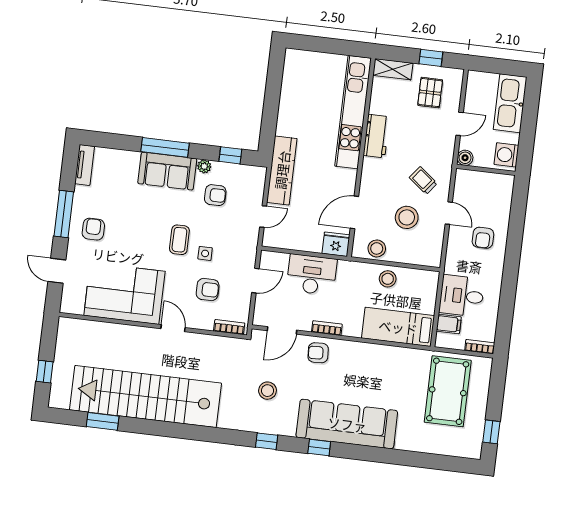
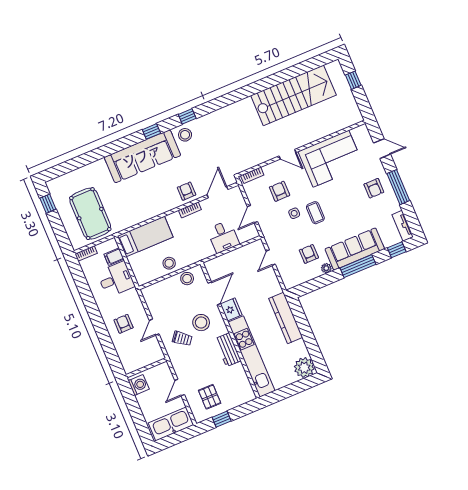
plant: (298, 63) -> (304, 368), added
shelving: (393, 69) -> (242, 398), removed
kitchen sink: (510, 103) -> (171, 424), moved, turned -90
window: (230, 155) -> (397, 250), moved
boiler: (465, 158) -> (164, 368), removed
kitchen counter: (282, 170) -> (286, 318), moved
sofa: (167, 171) -> (355, 249), width x1.36
armchair: (215, 195) -> (309, 254), turned 90
door: (449, 213) -> (154, 327), hinge flipped
stool: (407, 217) -> (201, 323), moved
fridge: (336, 244) -> (231, 309), moved, turned -90
desk: (312, 275) -> (223, 237), width x0.73
armchair: (208, 290) -> (280, 191), turned 90
armchair: (318, 353) -> (186, 191), turned -87
stool: (268, 391) -> (185, 135), moved
stairs: (145, 397) -> (293, 95), width x0.73
window: (103, 421) -> (298, 70), removed

